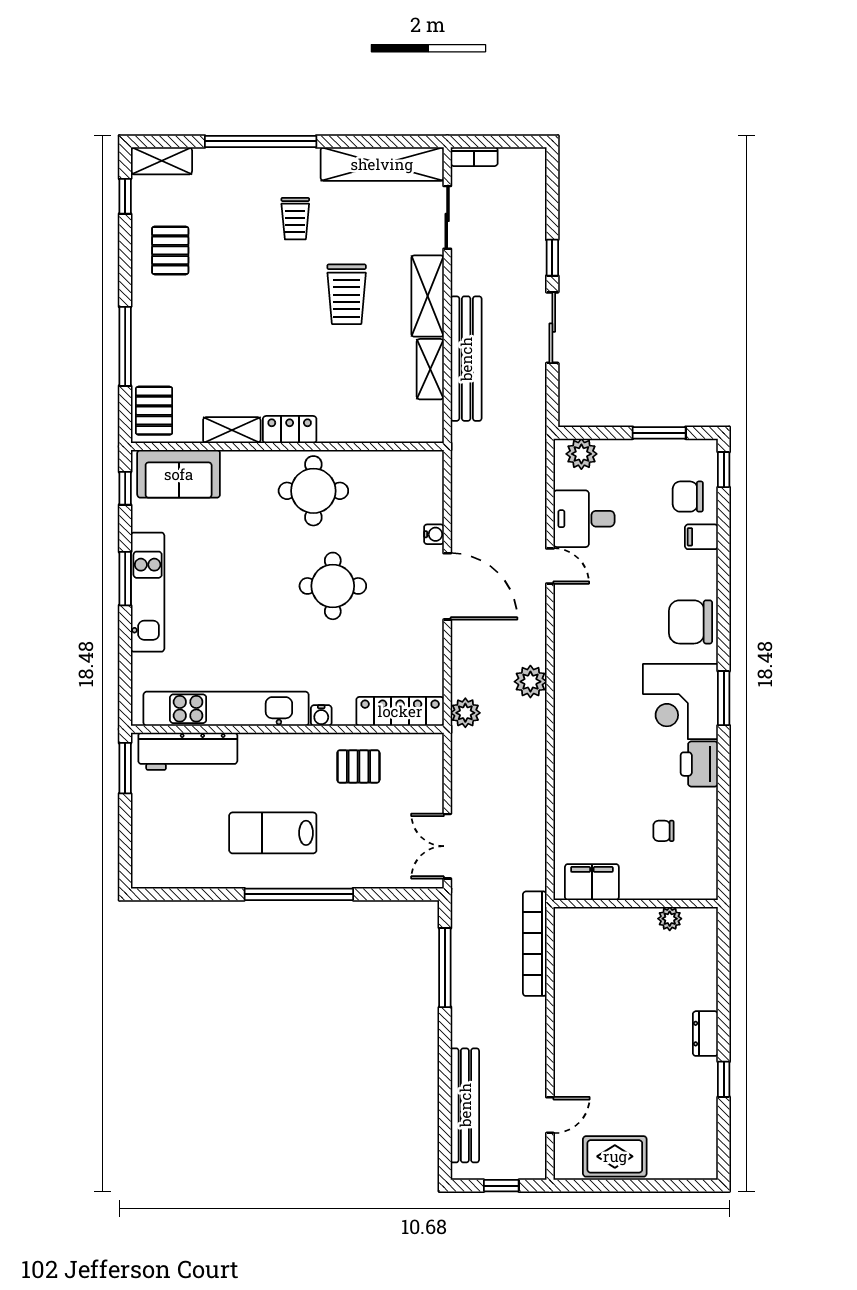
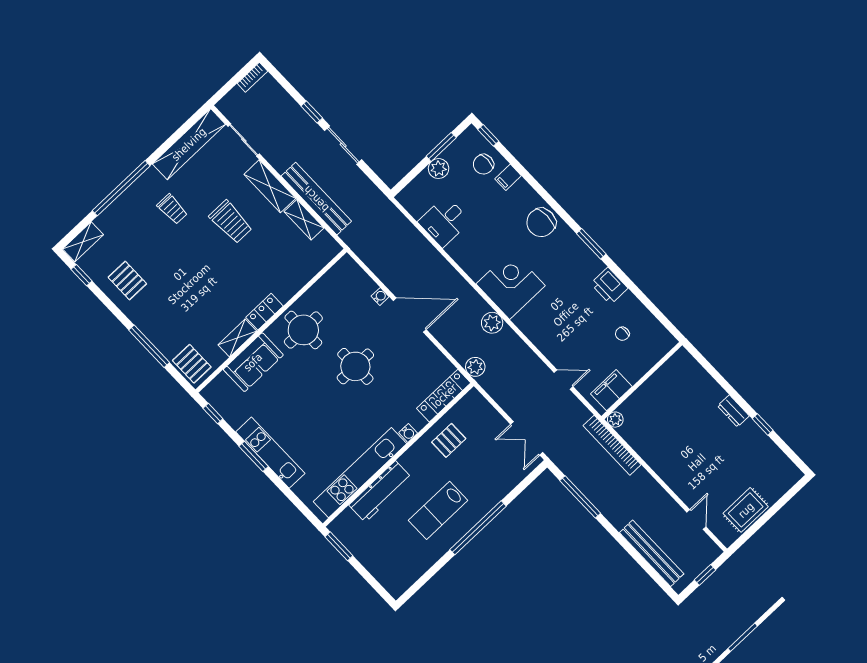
bookcase: (474, 157) -> (252, 77), moved
plant: (581, 454) -> (439, 169), moved
sofa: (179, 474) -> (253, 362), moved
door: (550, 566) -> (564, 380), moved
corner desk: (680, 702) -> (511, 285), moved, turned 180
workbench: (188, 751) -> (380, 492), moved
plant: (670, 919) -> (615, 420), moved

